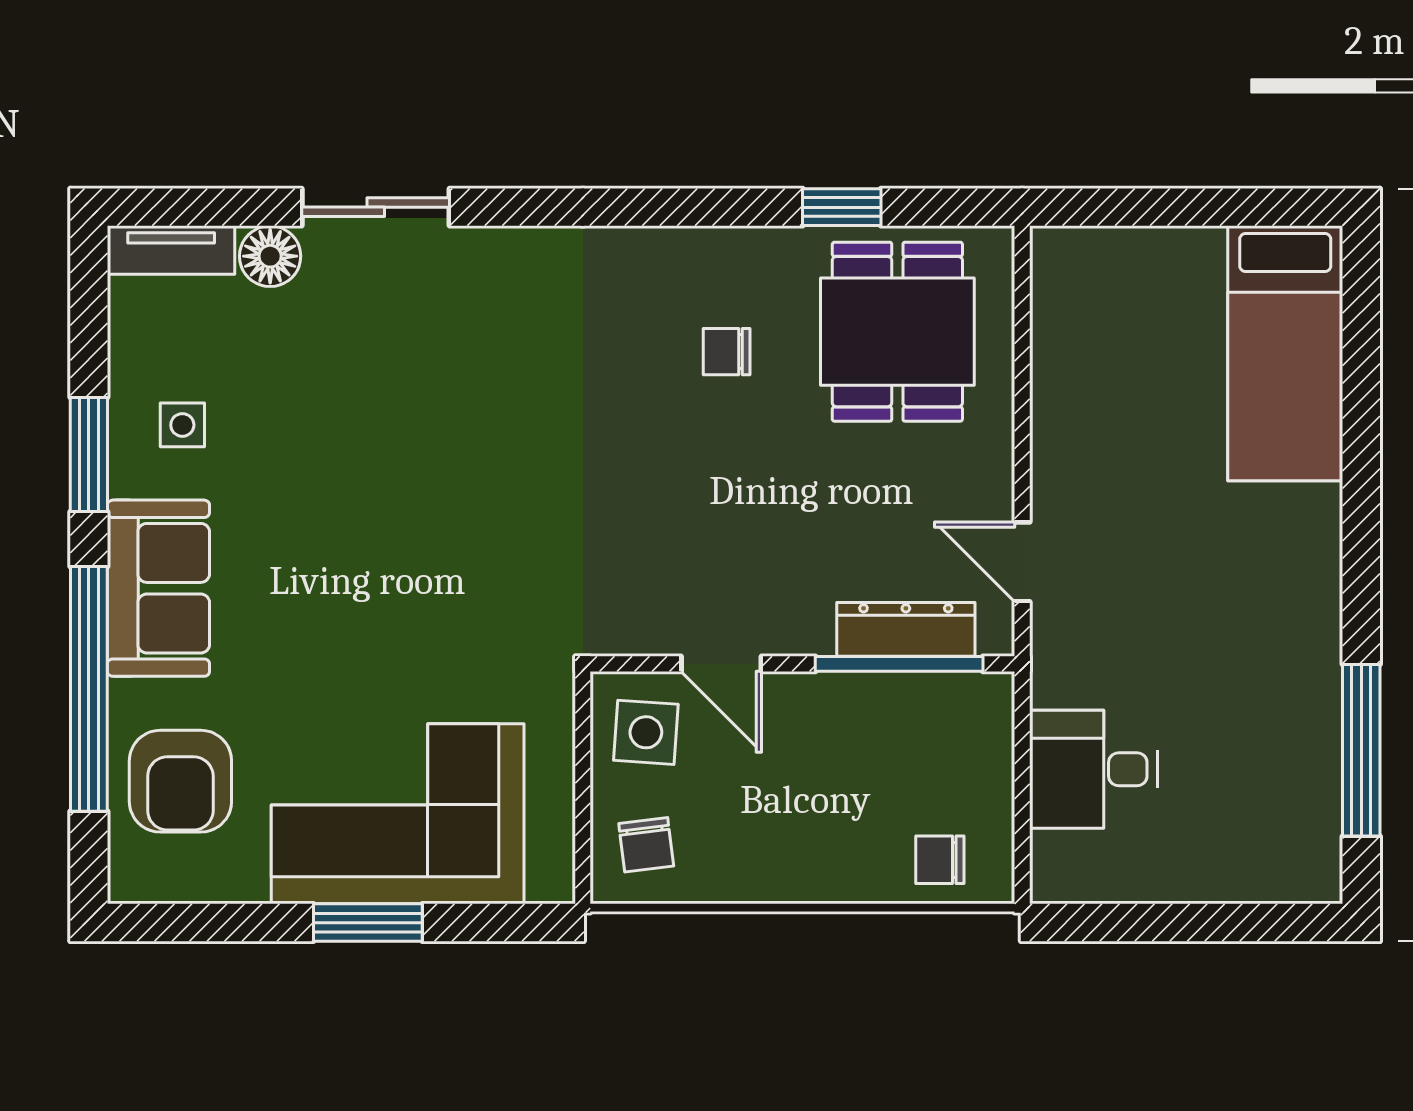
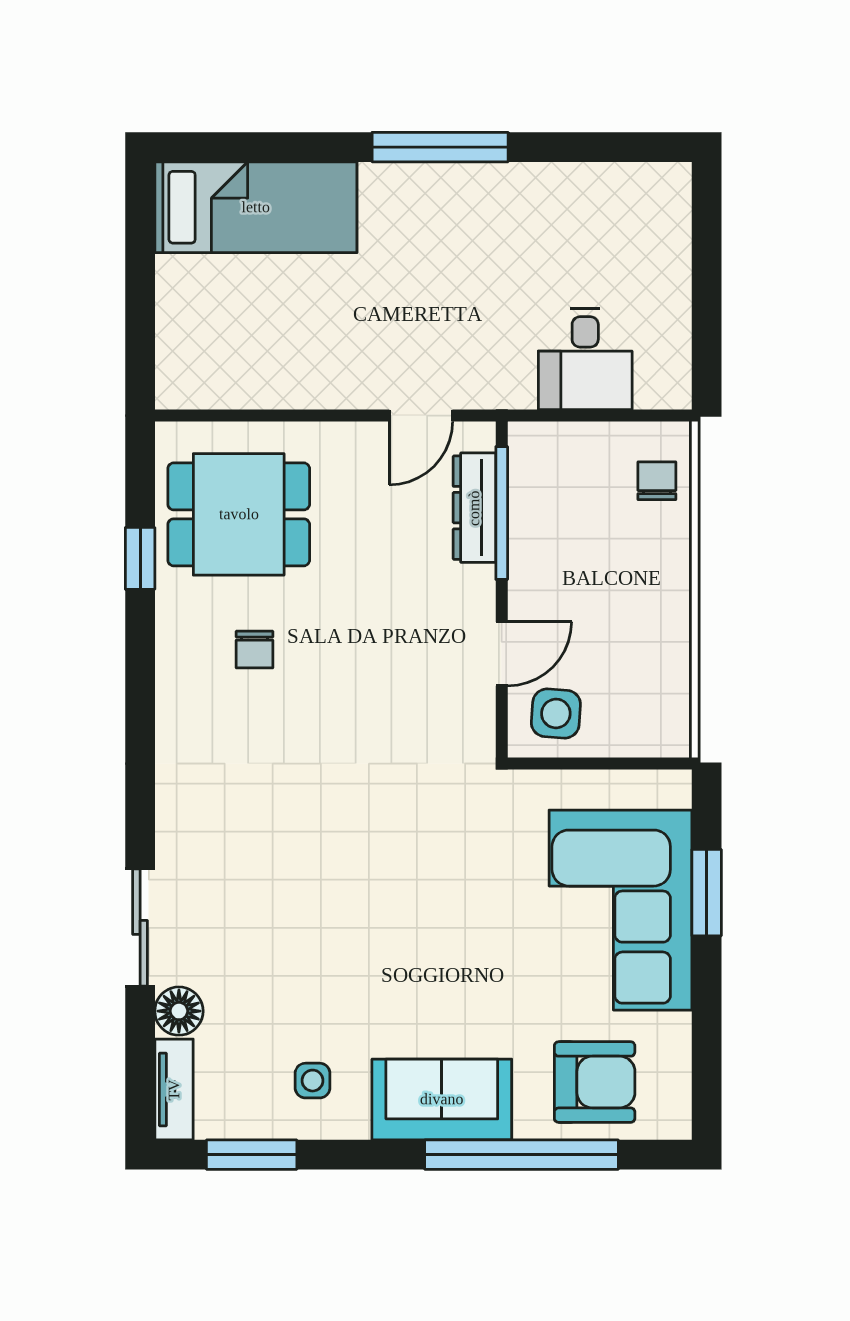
window: (89, 455) -> (252, 1155), moved
window: (1361, 750) -> (440, 147), moved
chair: (646, 845) -> (645, 713), removed
chair: (940, 860) -> (657, 481), turned 180
window: (368, 923) -> (707, 893), moved

